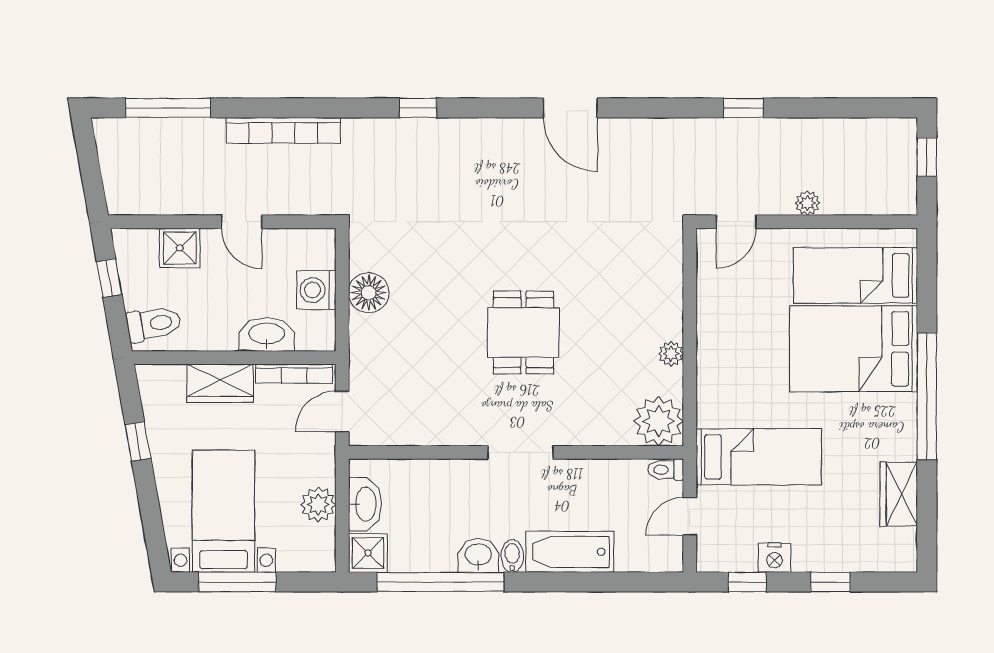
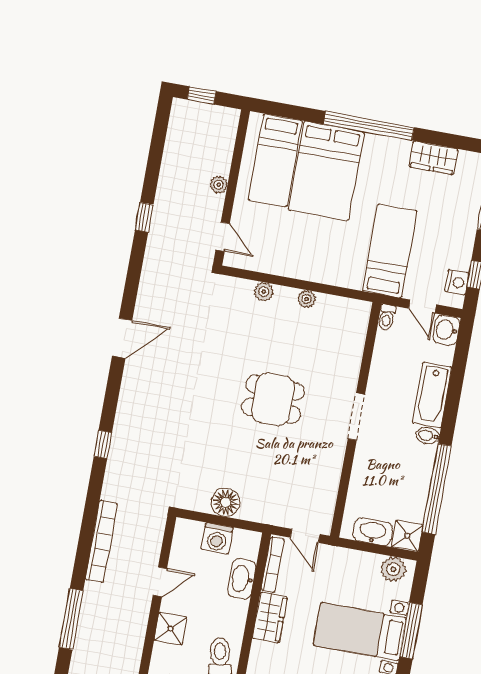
plant: (659, 421) -> (264, 292), moved, width x0.53, depth x0.53
plant: (318, 505) -> (393, 569), moved
washbasin: (478, 555) -> (446, 330), moved
nightstand: (775, 558) -> (457, 282), moved

